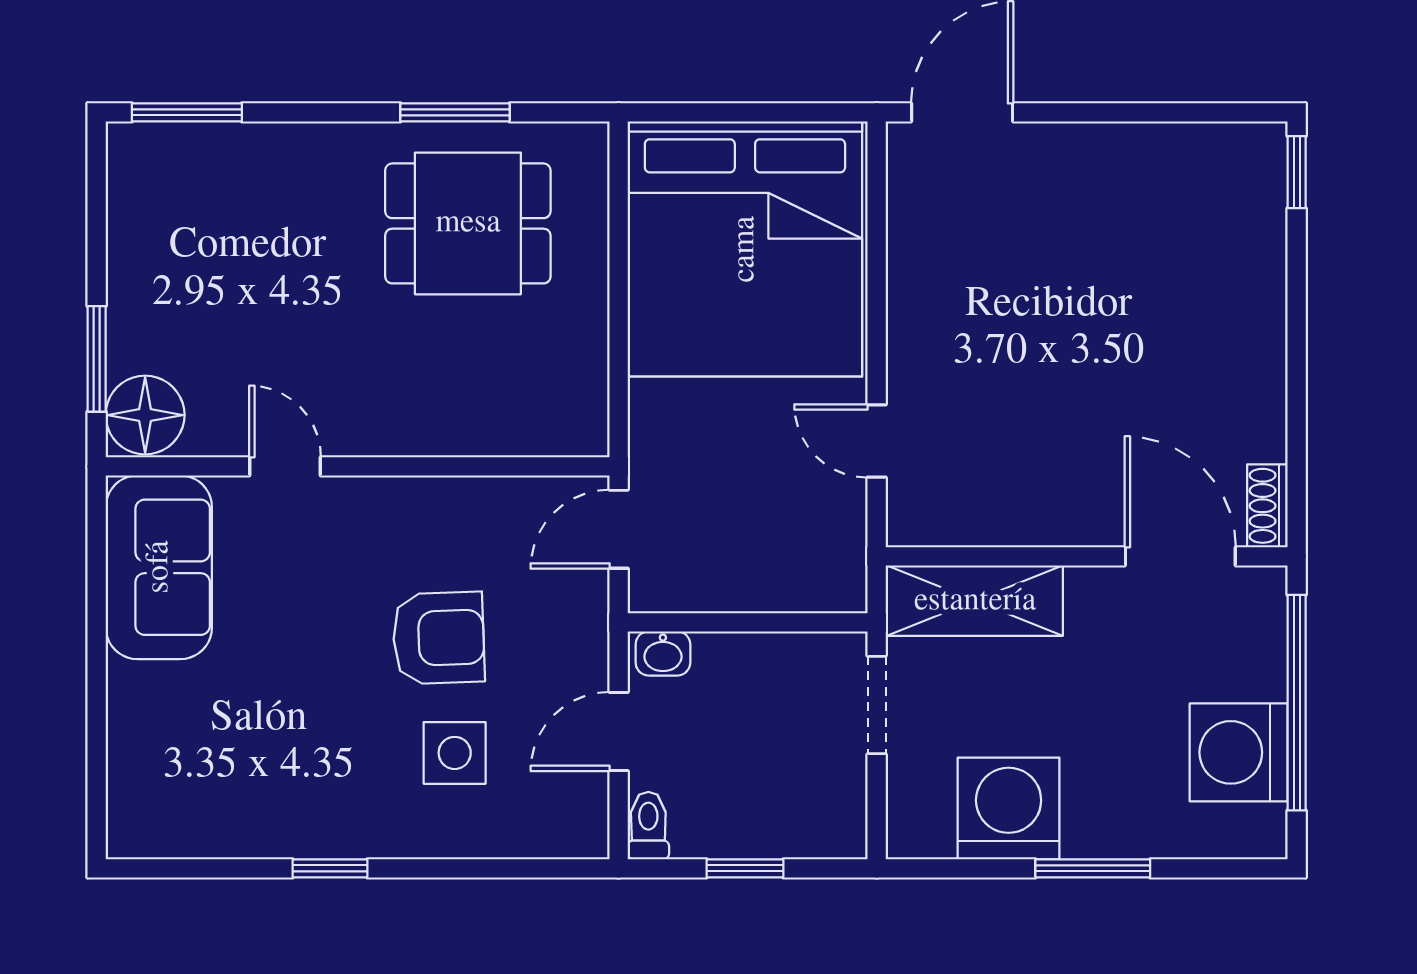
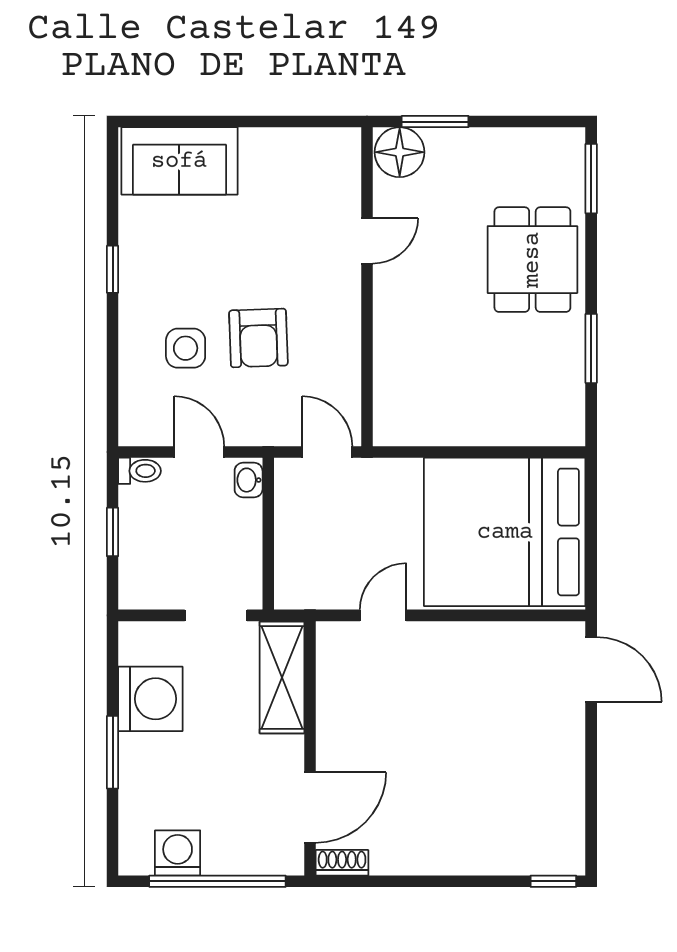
dining table: (468, 223) -> (532, 260), moved
sofa: (159, 567) -> (179, 161), moved
washing machine: (1239, 752) -> (178, 853), width x0.73, depth x0.73

